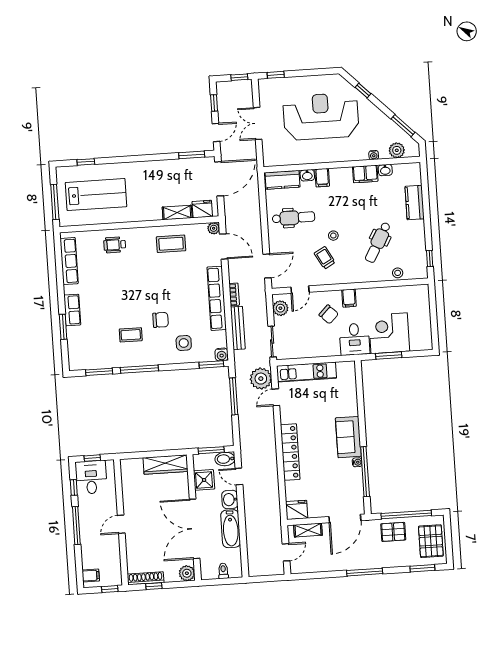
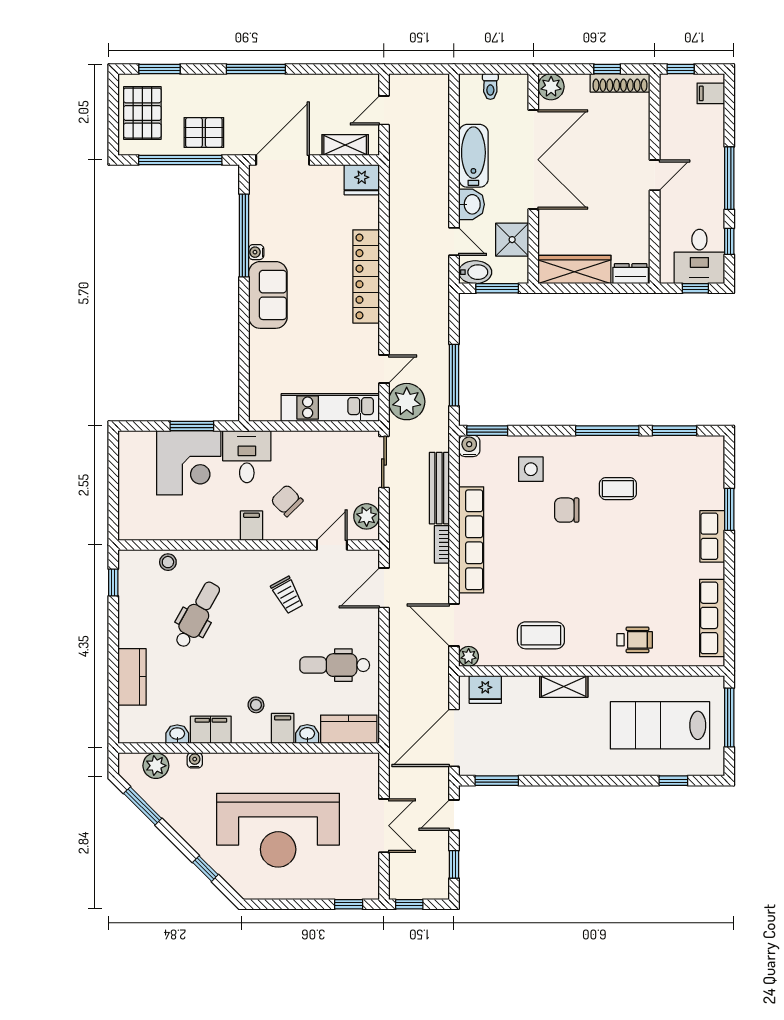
shelving: (177, 213) -> (564, 686), moved
stool: (333, 236) -> (256, 705), moved
dresser: (132, 464) -> (631, 274), added

